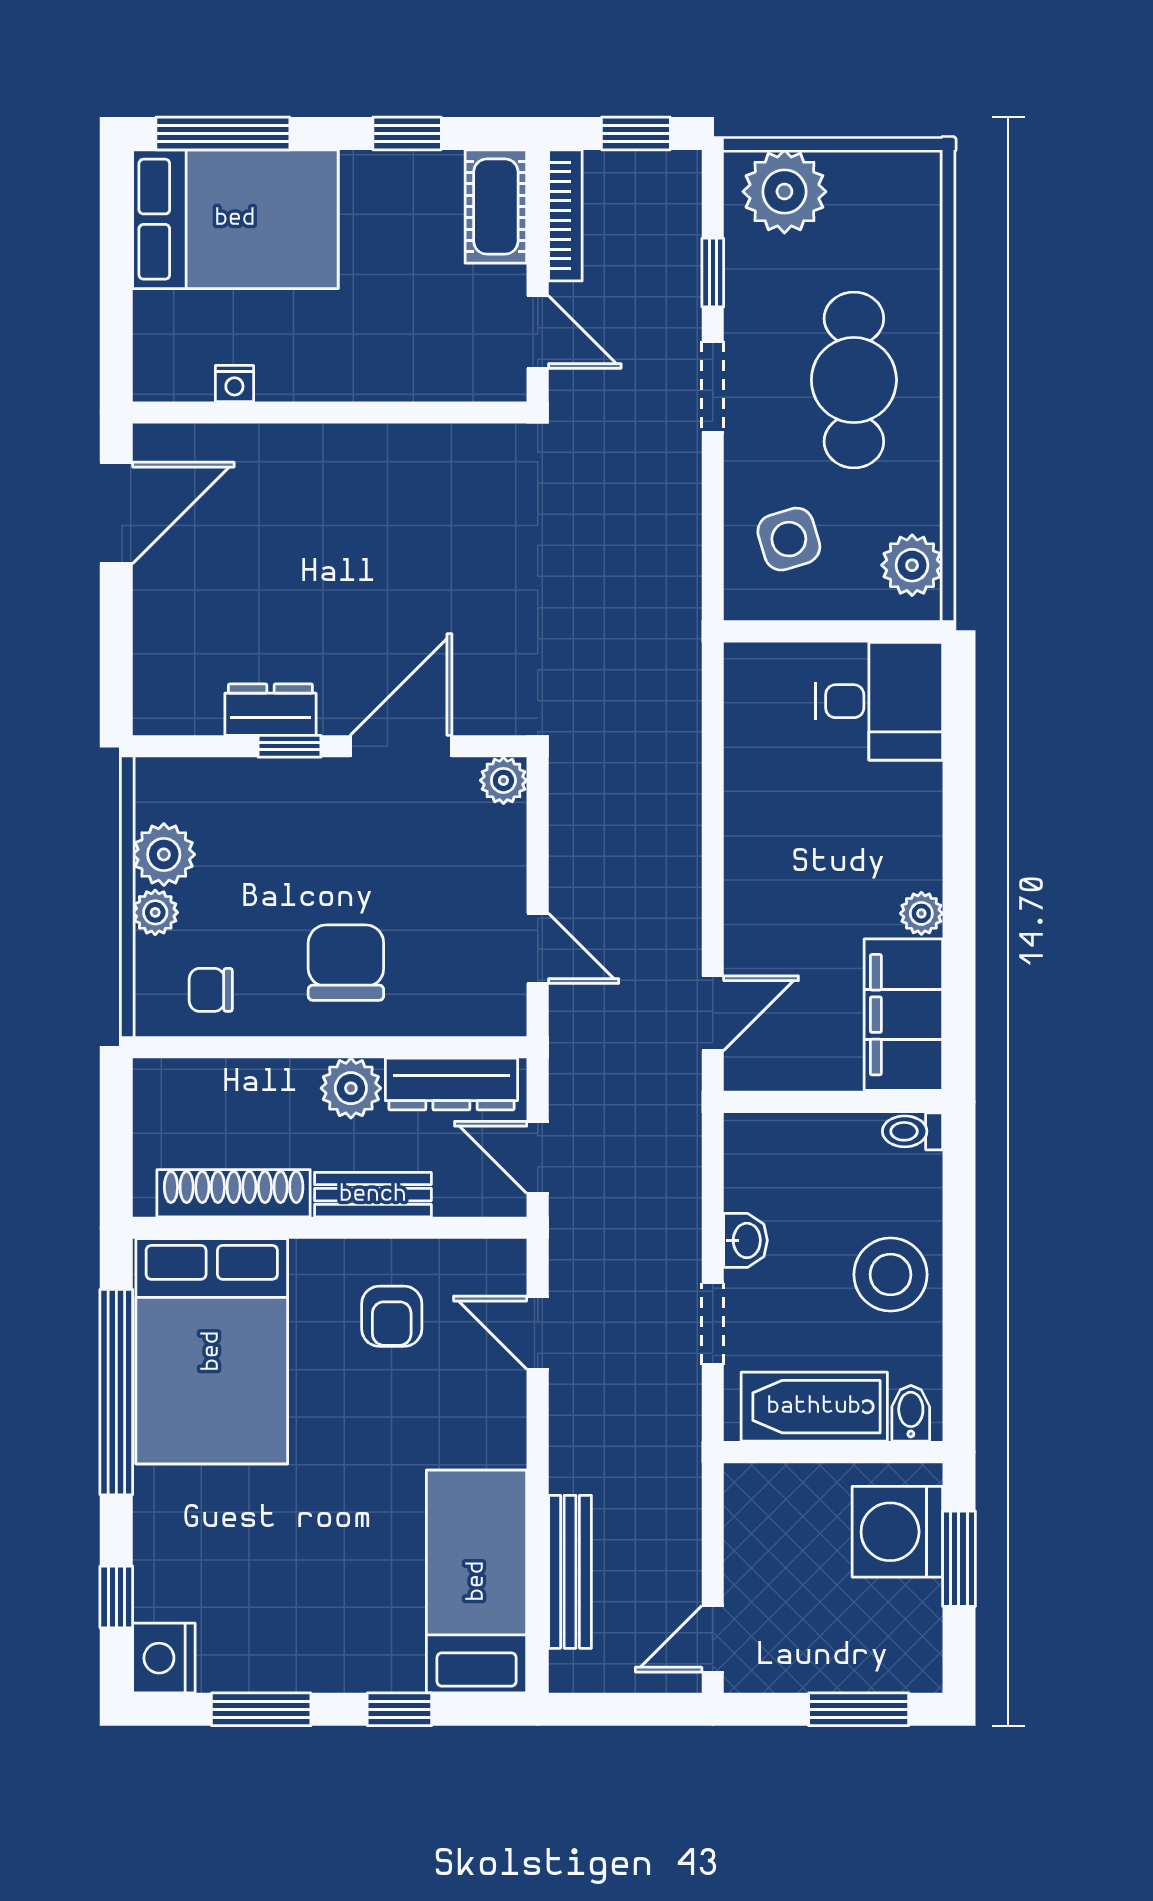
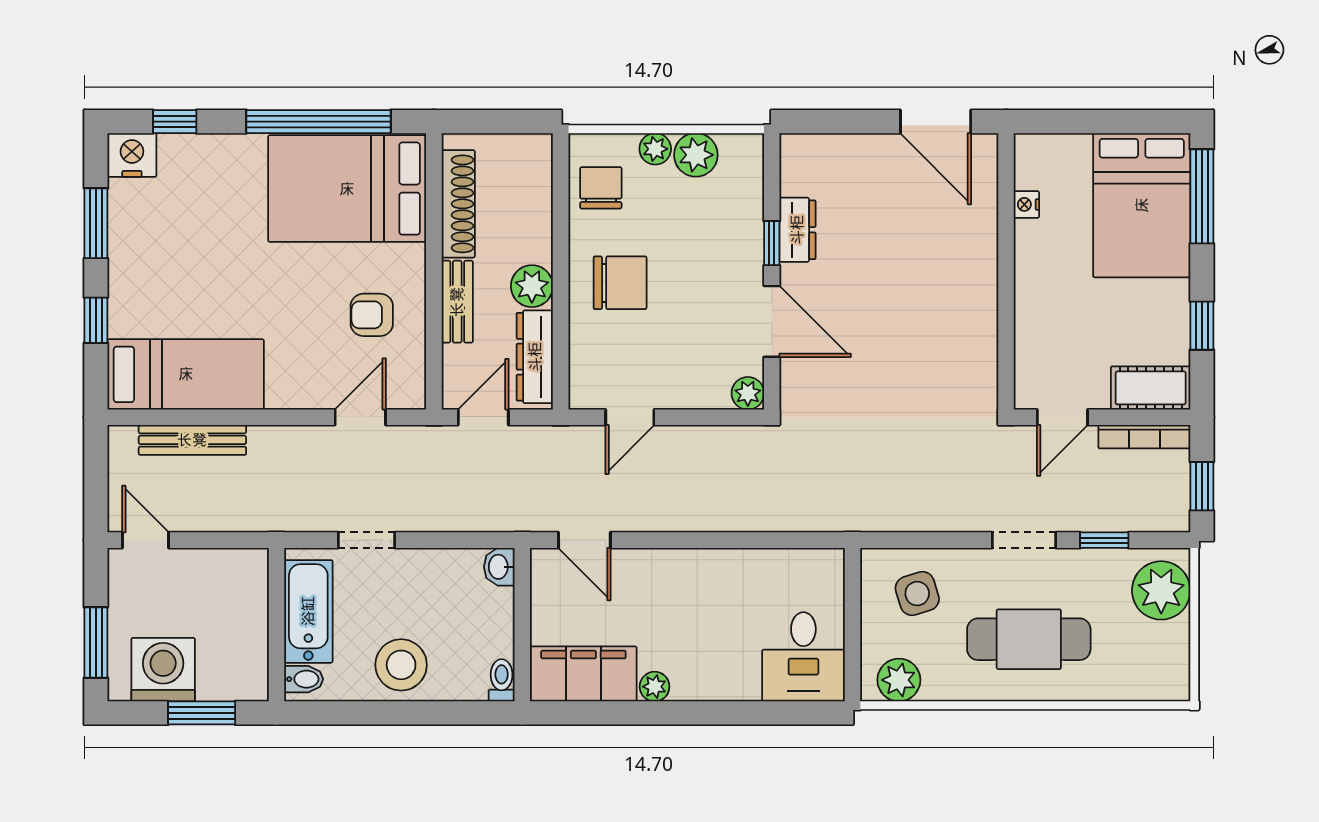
chair: (211, 990) -> (601, 188), width x1.37, depth x1.37
washbasin: (746, 1240) -> (499, 567), moved, turned 90
washing machine: (897, 1532) -> (163, 670), moved

